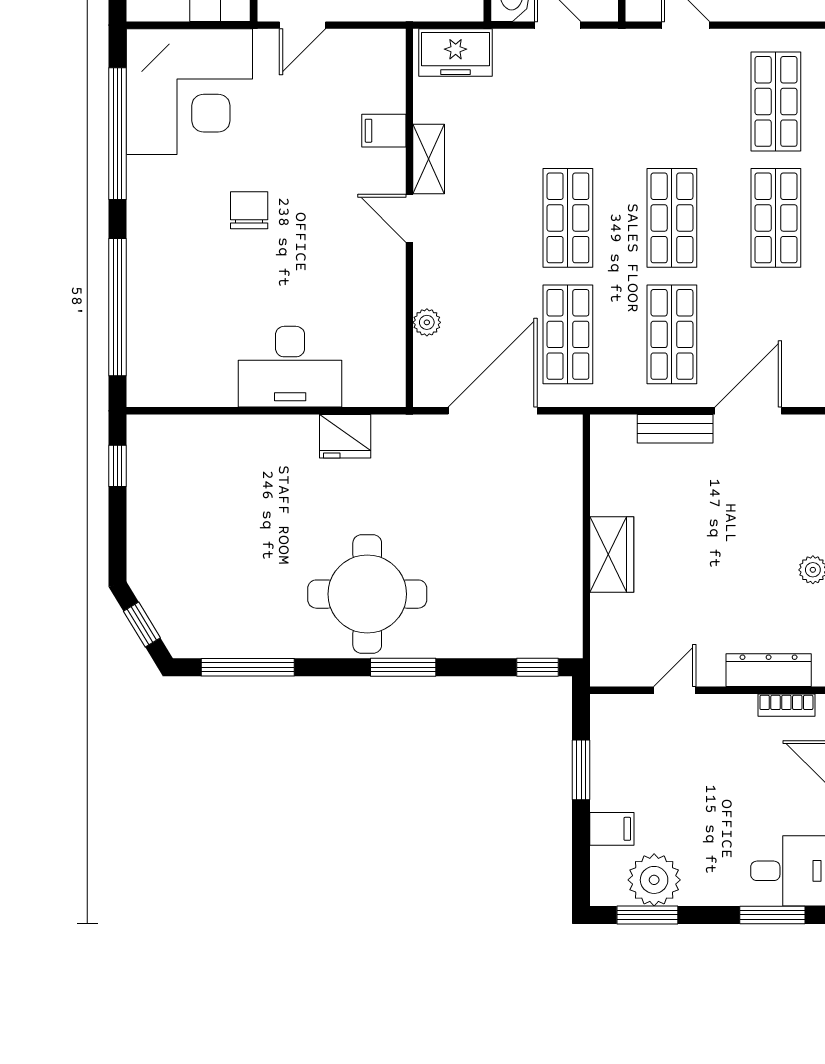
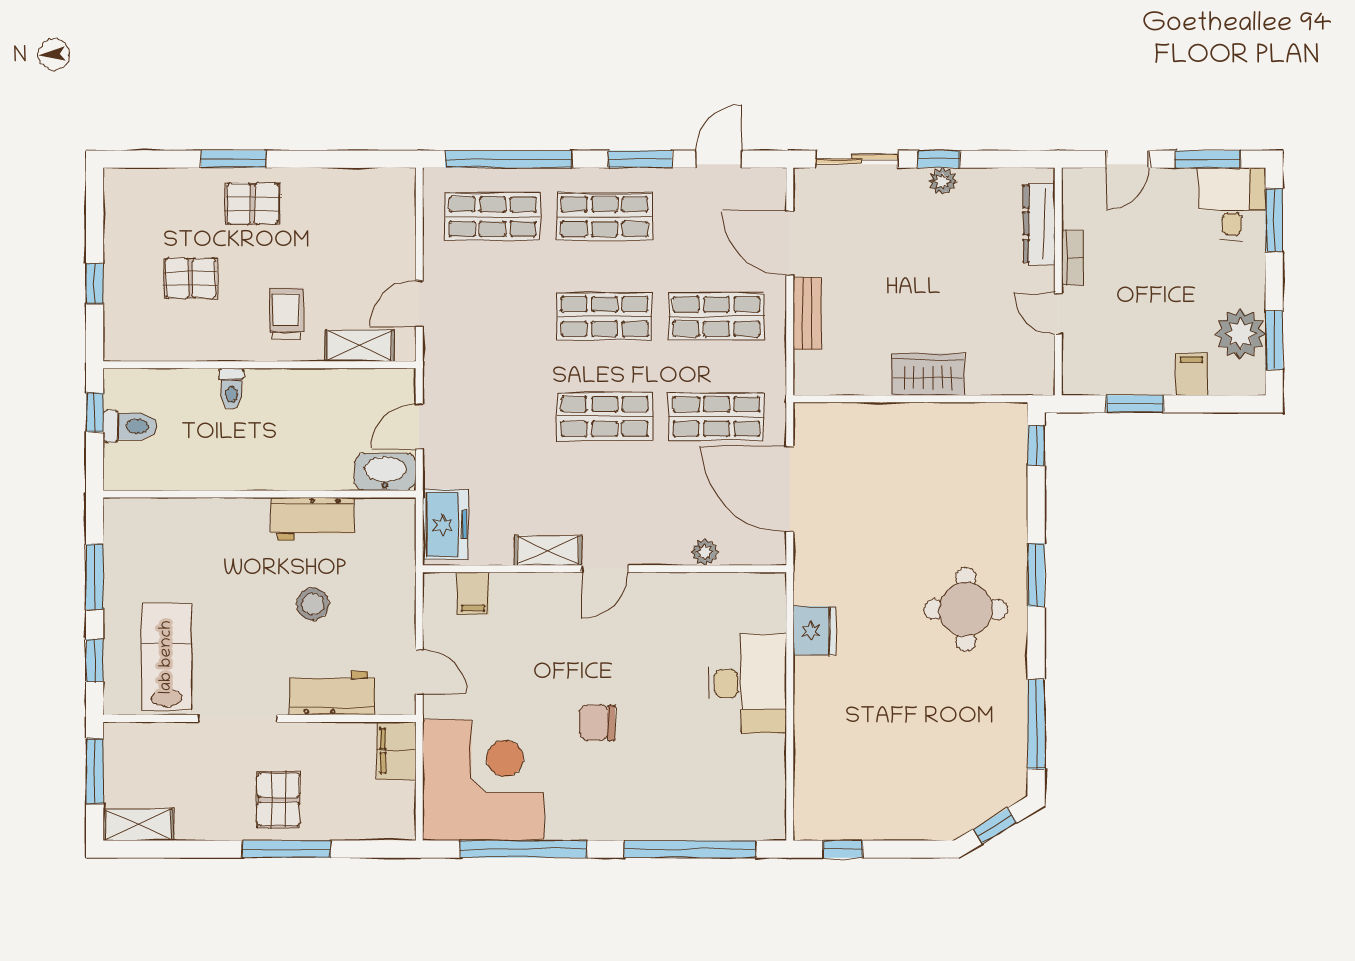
filing cabinet: (384, 131) -> (473, 593), moved
round table: (367, 594) -> (966, 609), width x0.73, depth x0.73
bookcase: (786, 705) -> (1073, 258), moved

